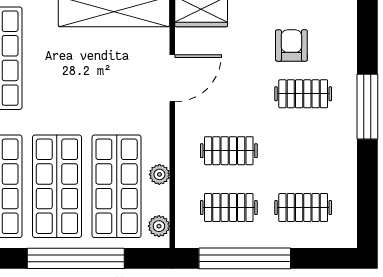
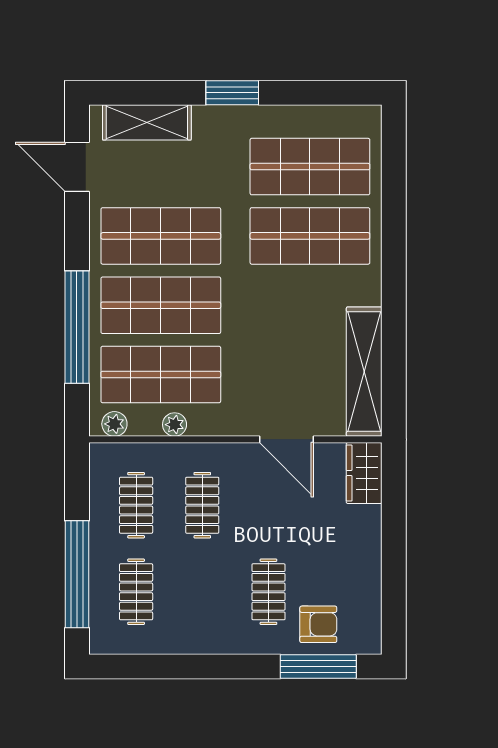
armchair: (291, 46) -> (318, 624), moved
window: (367, 107) -> (318, 667), moved
window: (245, 258) -> (77, 574), moved

